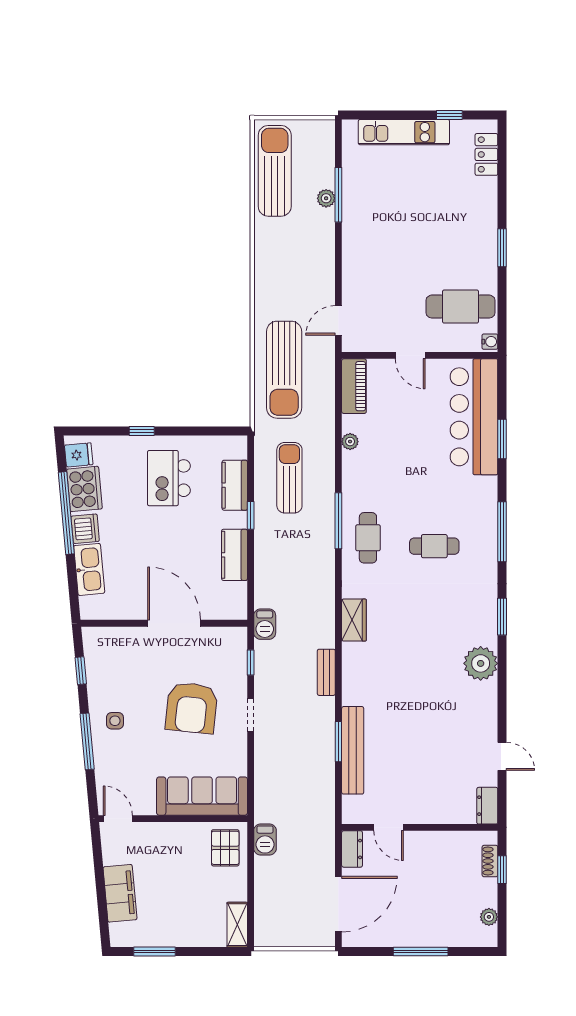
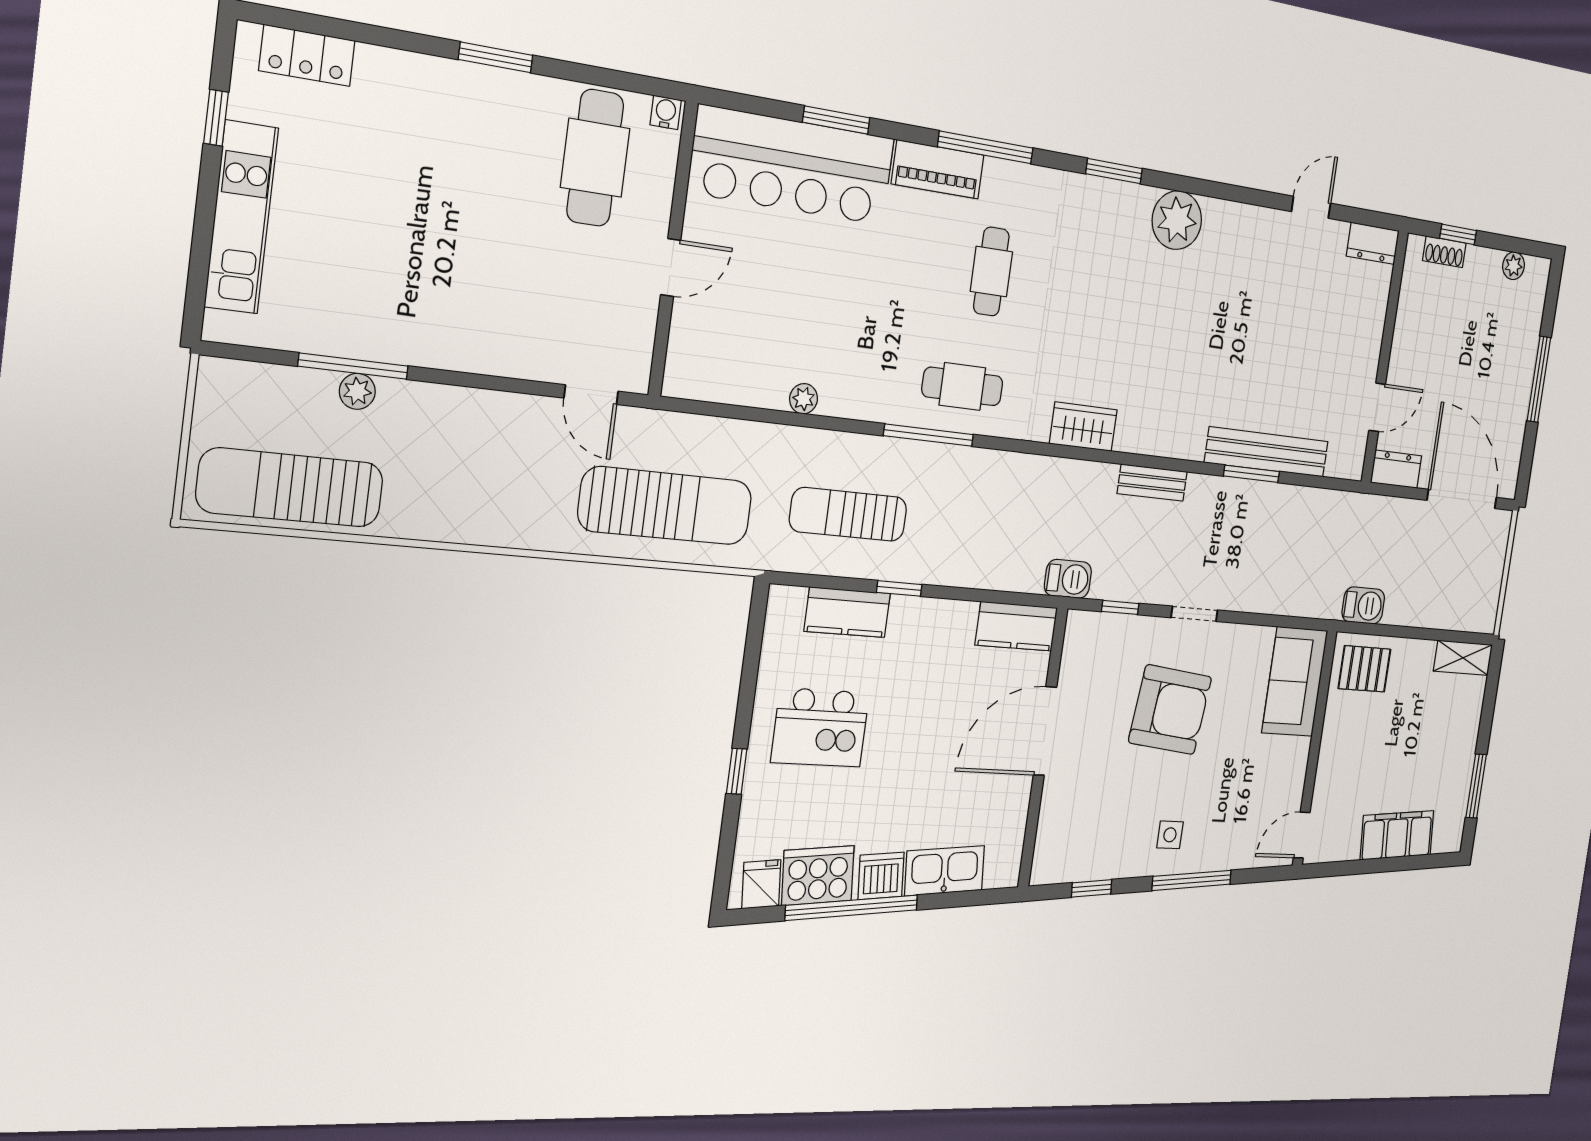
piano: (354, 386) -> (938, 169), moved, turned 180
kitchen counter: (234, 555) -> (1016, 626), moved
sofa: (202, 796) -> (1295, 682), width x0.73

